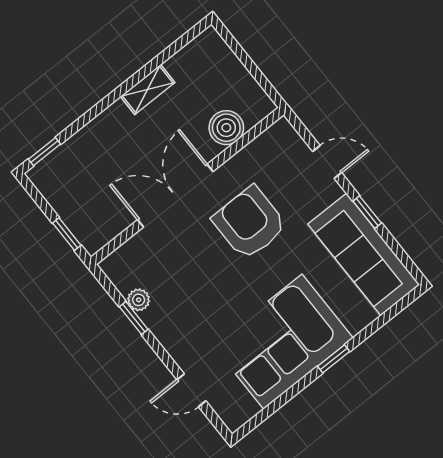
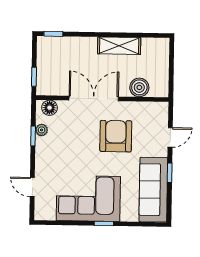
shelving: (148, 89) -> (119, 46), width x1.50, depth x1.33
door: (327, 162) -> (170, 137), hinge flipped
floor lamp: (124, 260) -> (50, 108), added

